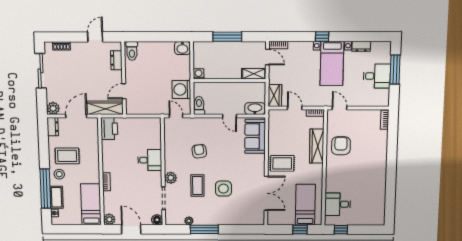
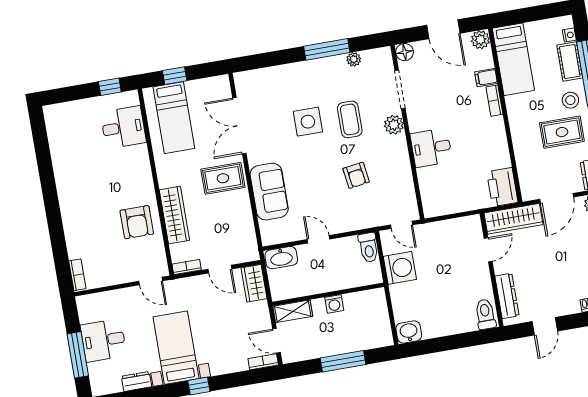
dresser: (116, 60) -> (507, 296), width x1.44
washing machine: (198, 74) -> (334, 304), moved
sofa: (255, 136) -> (269, 192), moved
filing cabinet: (109, 196) -> (486, 78), added

